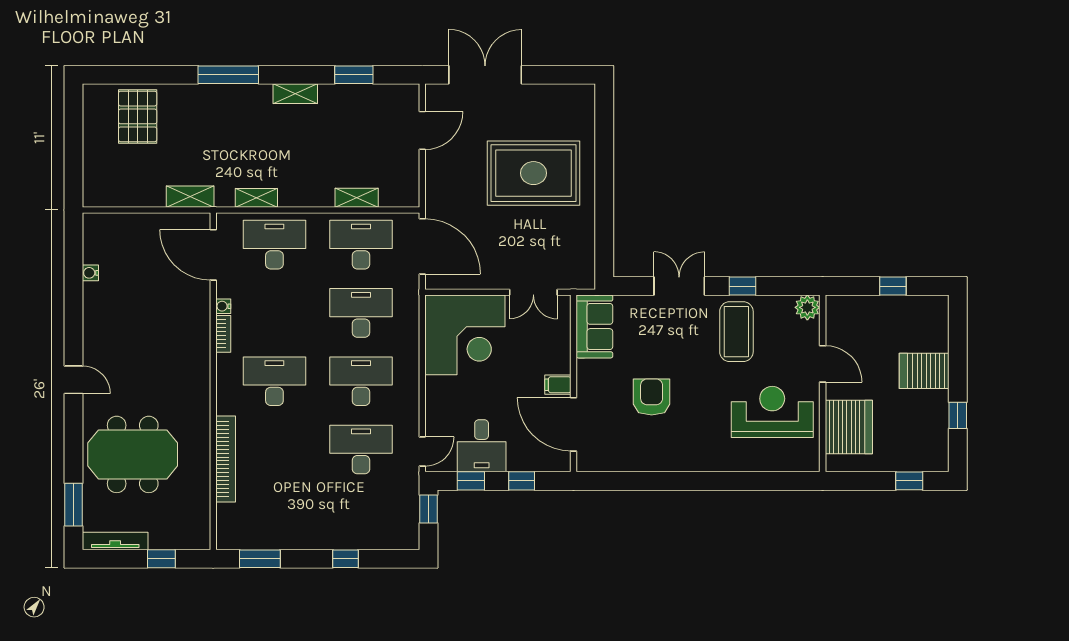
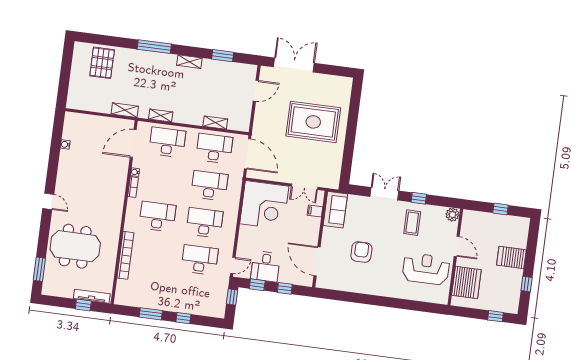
door: (213, 255) -> (133, 143), hinge flipped
coffee table: (736, 332) -> (412, 223), width x0.73, depth x0.76
filing cabinet: (558, 385) -> (315, 211), moved
tv unit: (115, 541) -> (92, 296), moved
window: (260, 559) -> (151, 314), moved

